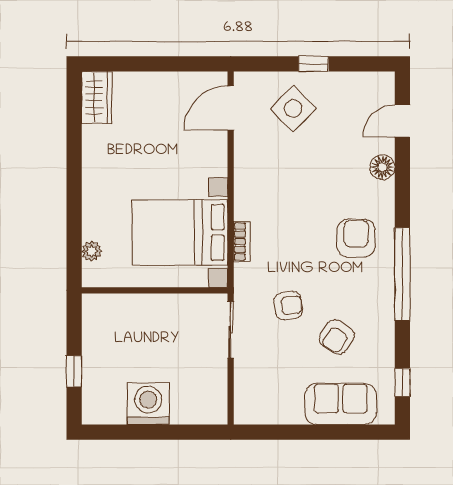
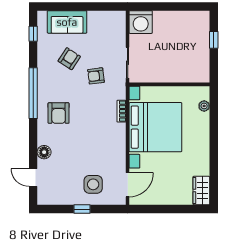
side table: (293, 109) -> (93, 184), turned 45
door: (402, 121) -> (33, 178), swing flipped
bed with nightstands: (180, 232) -> (155, 127), width x1.36
washing machine: (148, 404) -> (141, 22), moved

